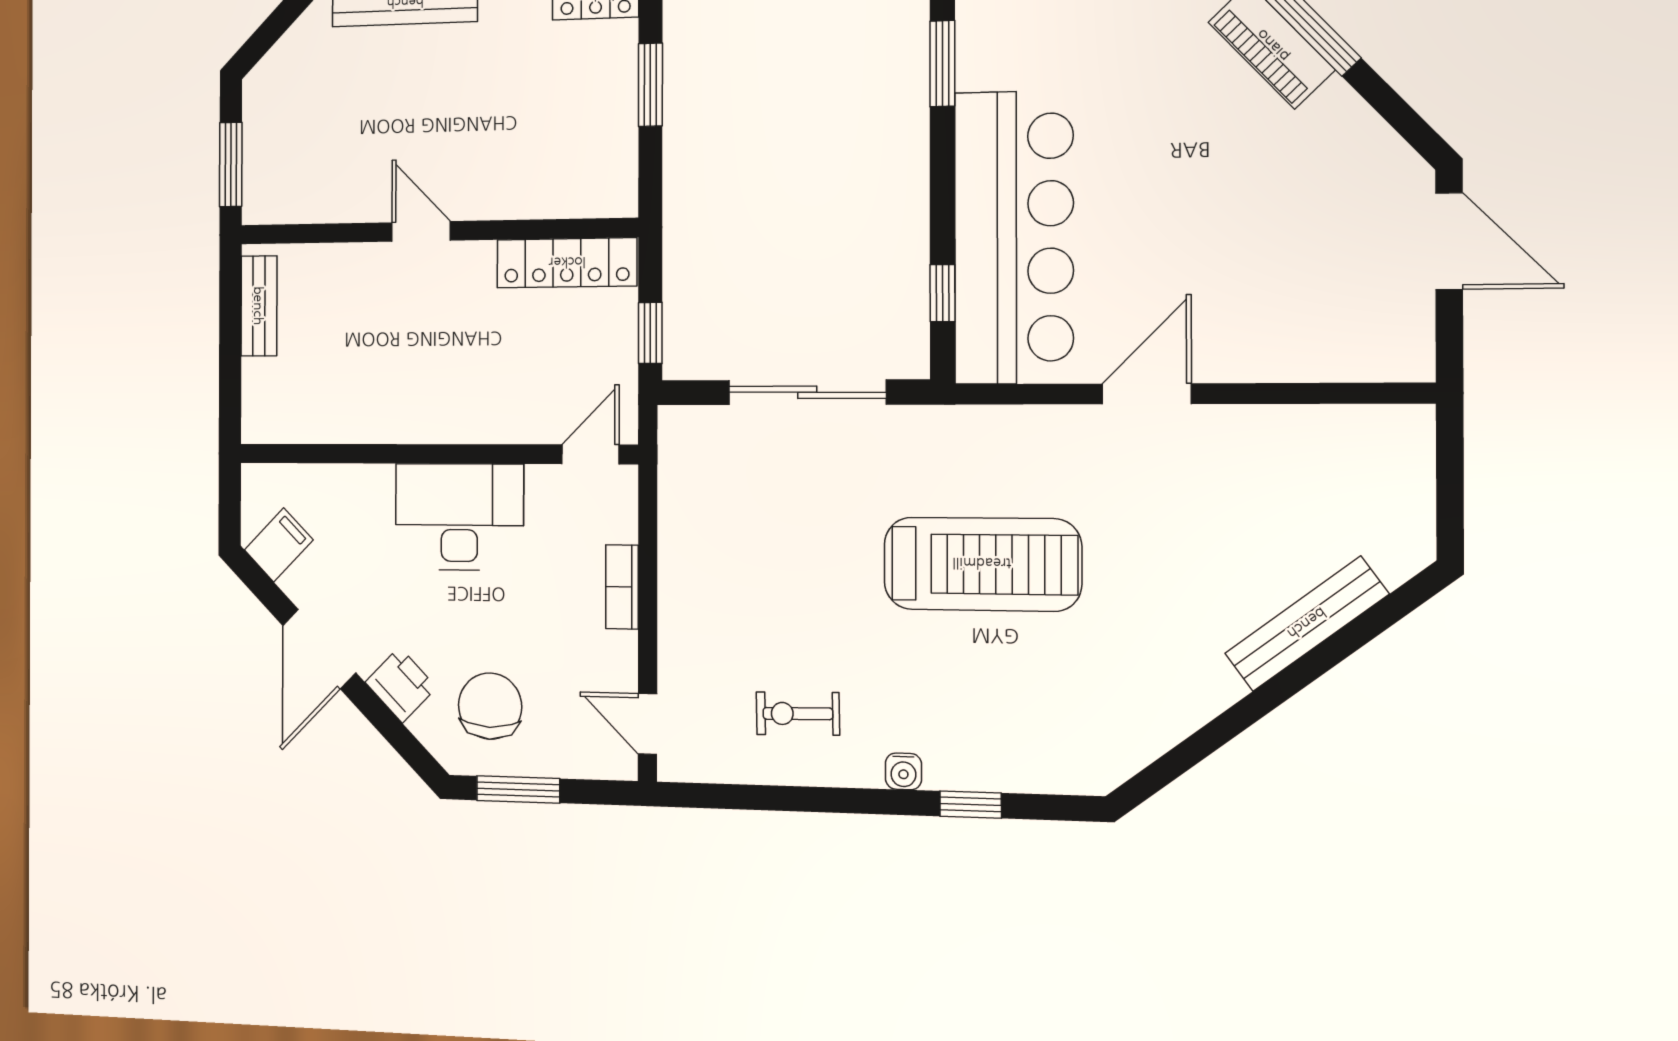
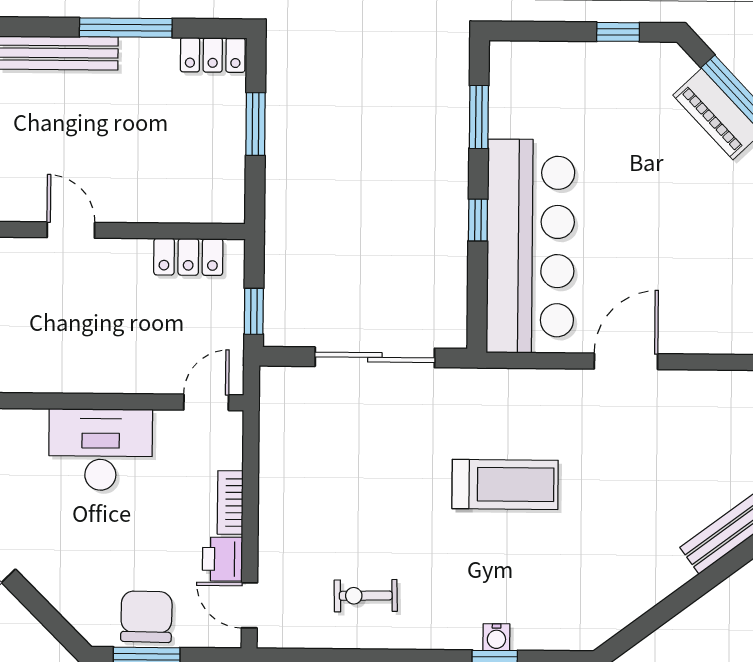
locker: (567, 263) -> (188, 257), width x0.66
window: (942, 293) -> (478, 220), moved
treadmill: (982, 564) -> (505, 484), width x0.73, depth x0.73
printer: (401, 685) -> (222, 559), moved, turned -135
chair: (490, 706) -> (146, 617), moved
water cooler: (903, 771) -> (496, 637), moved

